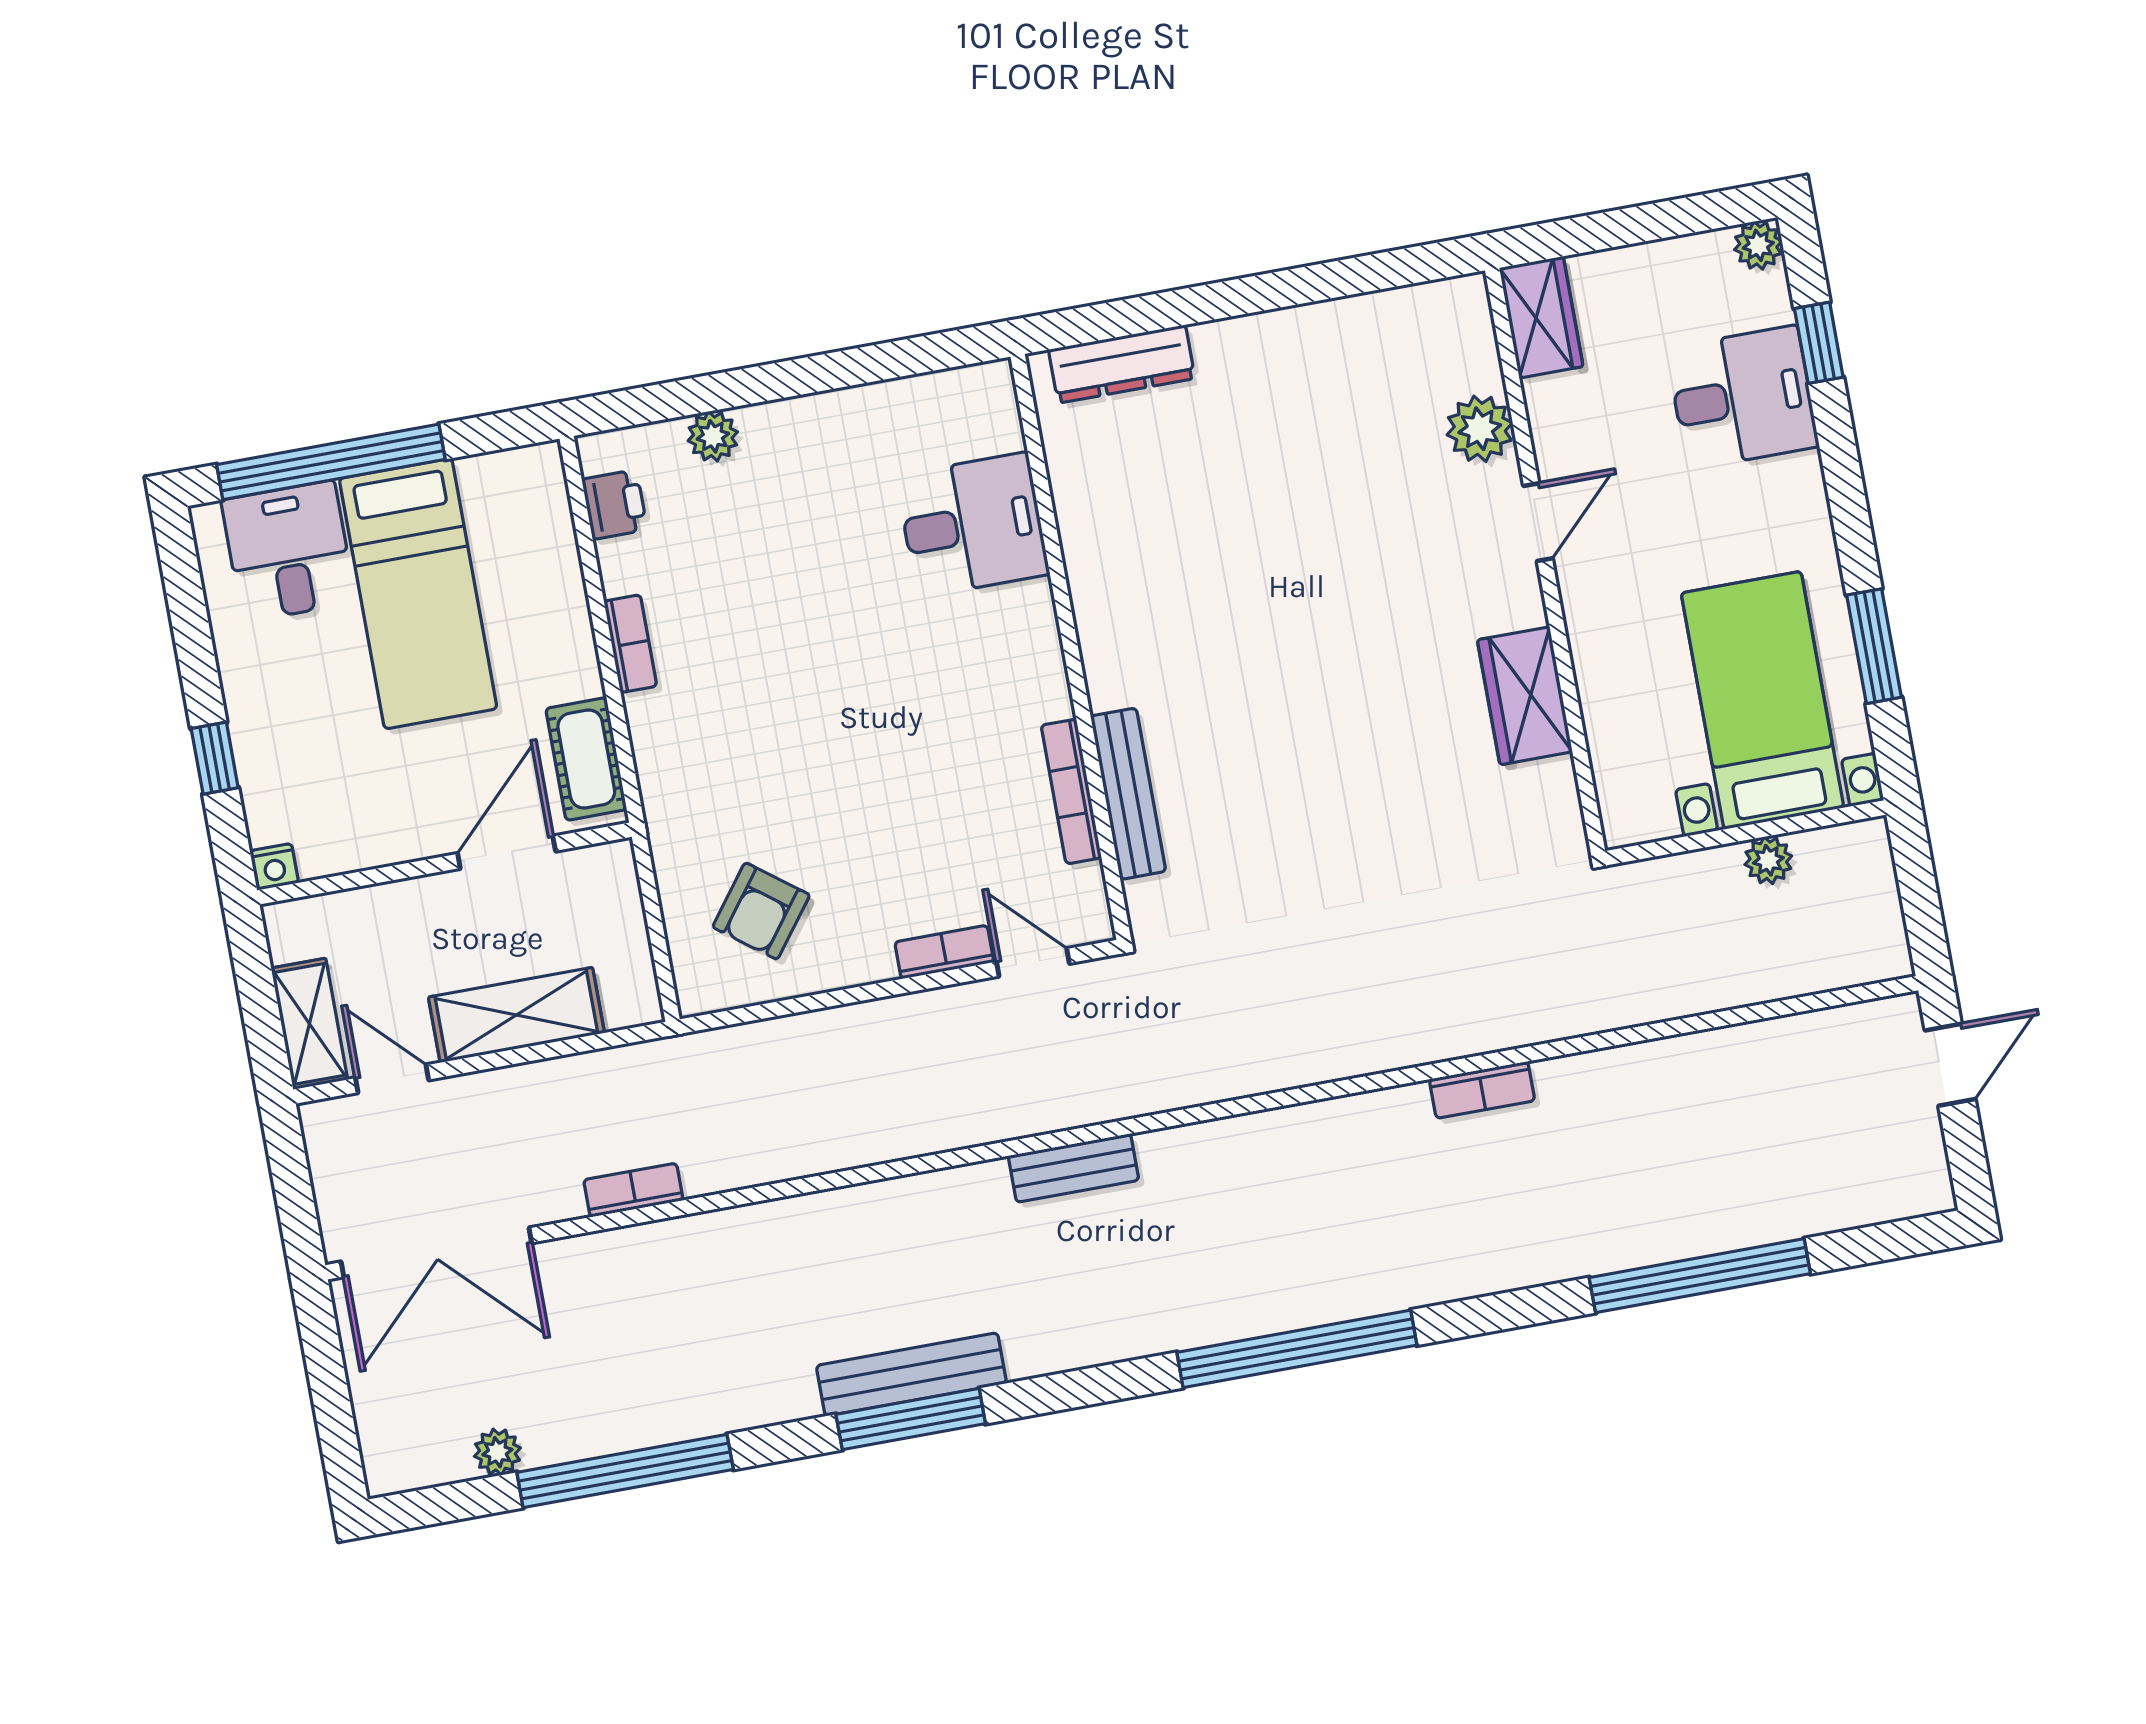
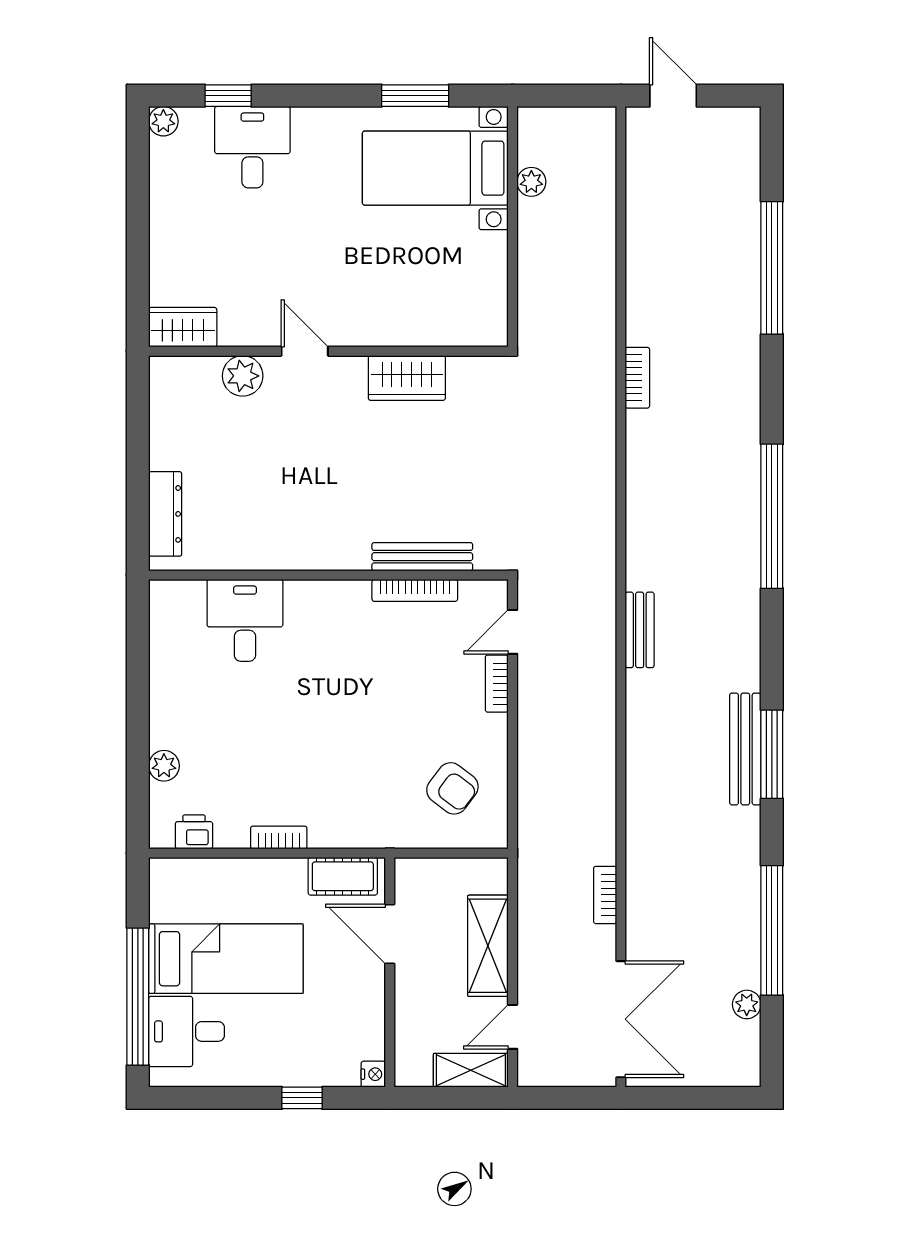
wardrobe: (1541, 317) -> (183, 327), moved
plant: (1480, 429) -> (243, 376), moved
door: (1538, 522) -> (305, 351), moved
wall: (1545, 561) -> (328, 351), moved
wardrobe: (1525, 696) -> (407, 378), moved

